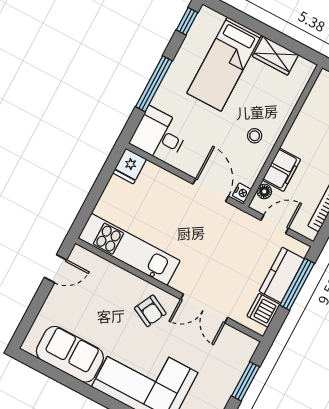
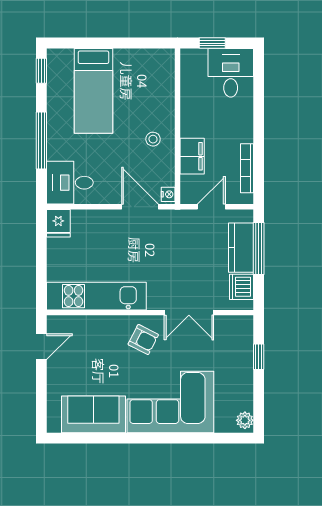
wardrobe: (275, 56) -> (134, 60), removed
floor lamp: (264, 191) -> (187, 183), removed
window: (245, 381) -> (259, 357), width x0.67

